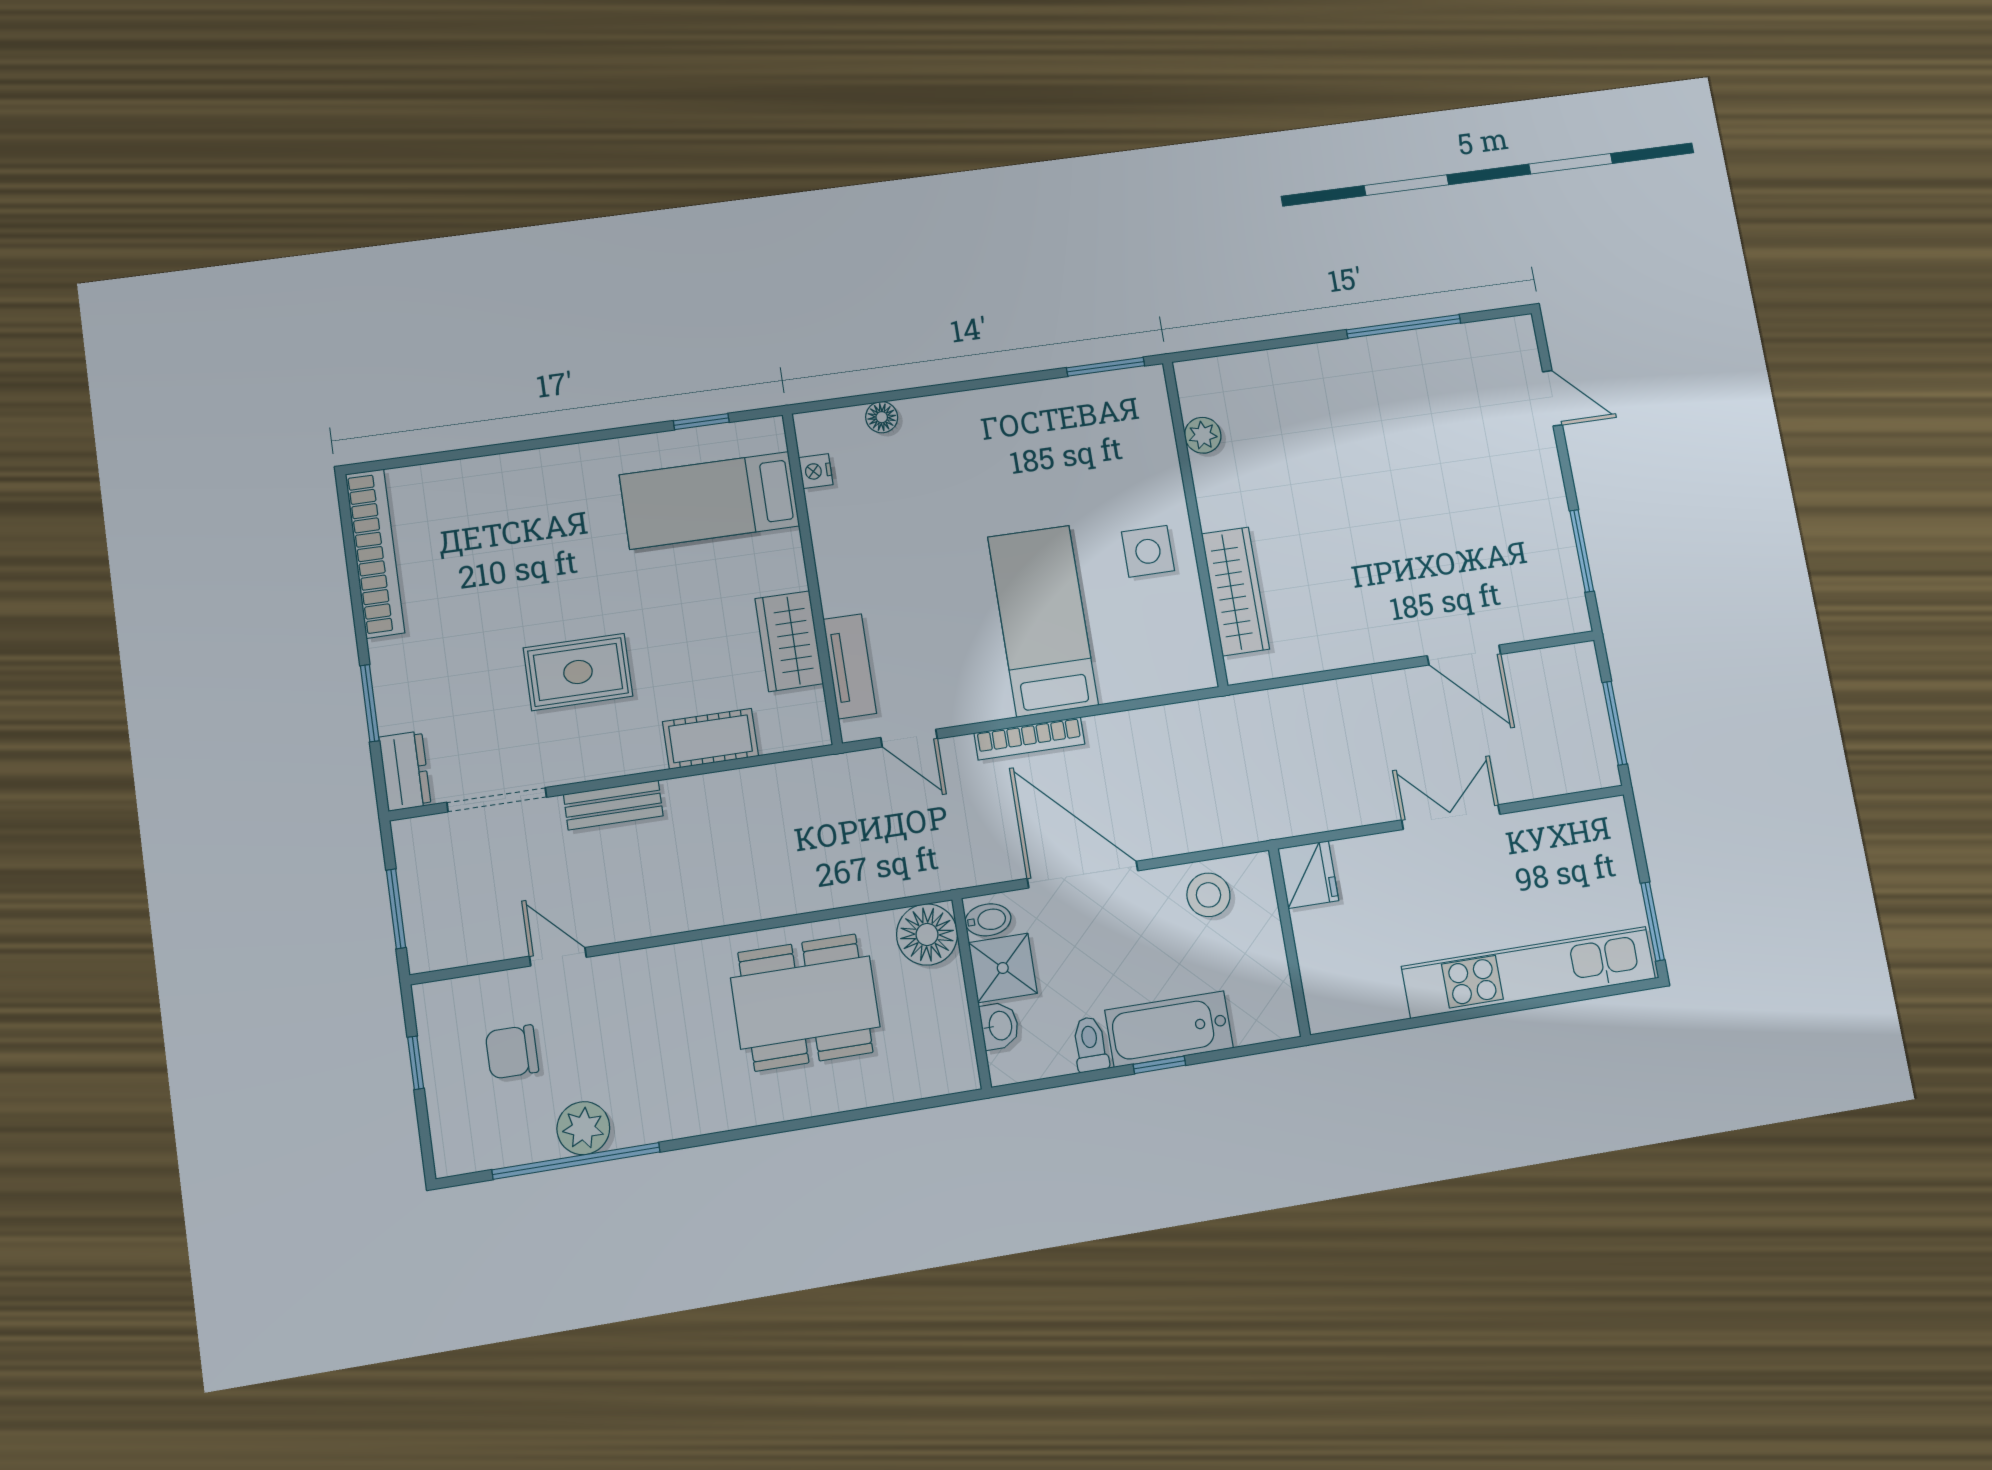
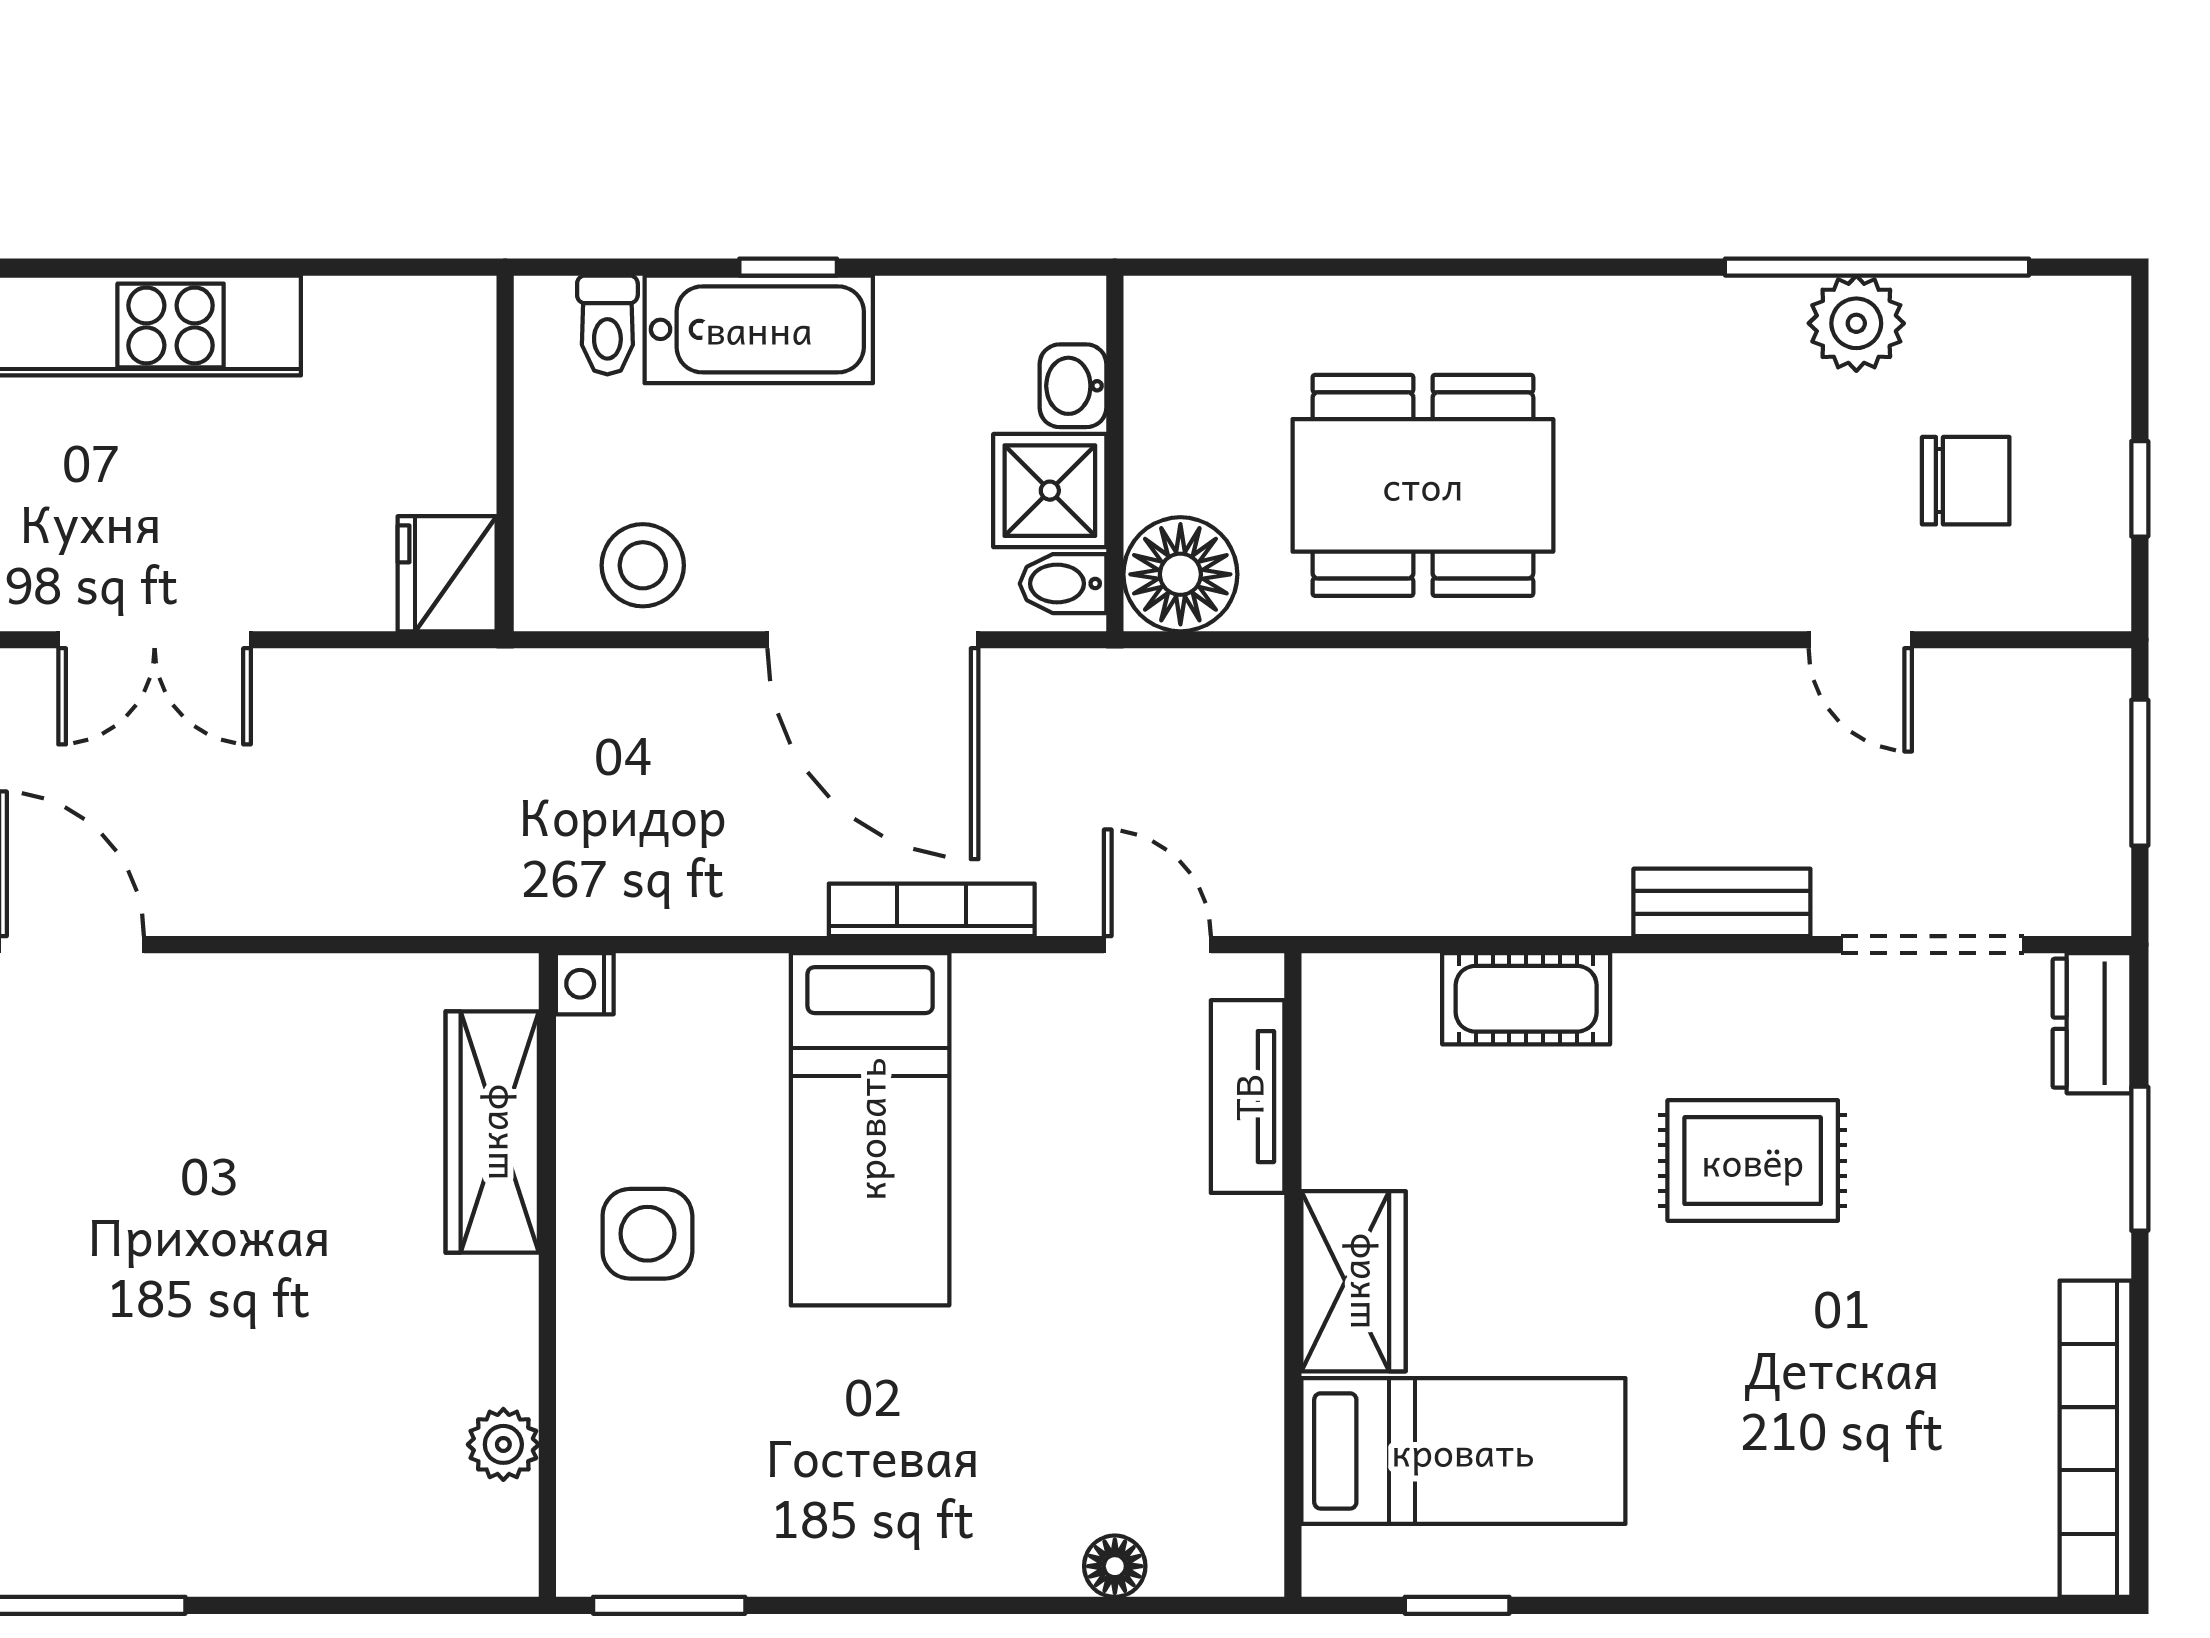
nightstand: (816, 471) -> (585, 984), moved, turned 180
wardrobe: (789, 641) -> (1354, 1281), moved
toilet: (1090, 1044) -> (607, 325), moved

